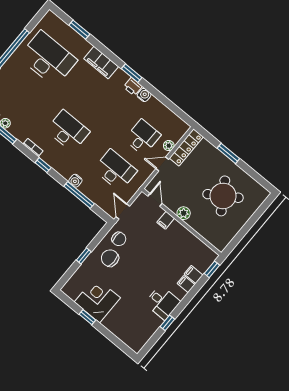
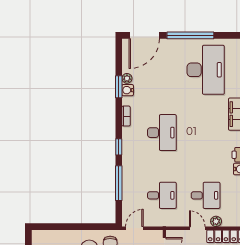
window: (43, 165) -> (119, 147), moved
desk: (115, 170) -> (162, 195), width x0.73
water cooler: (75, 181) -> (128, 90), moved
window: (84, 256) -> (74, 227), removed

